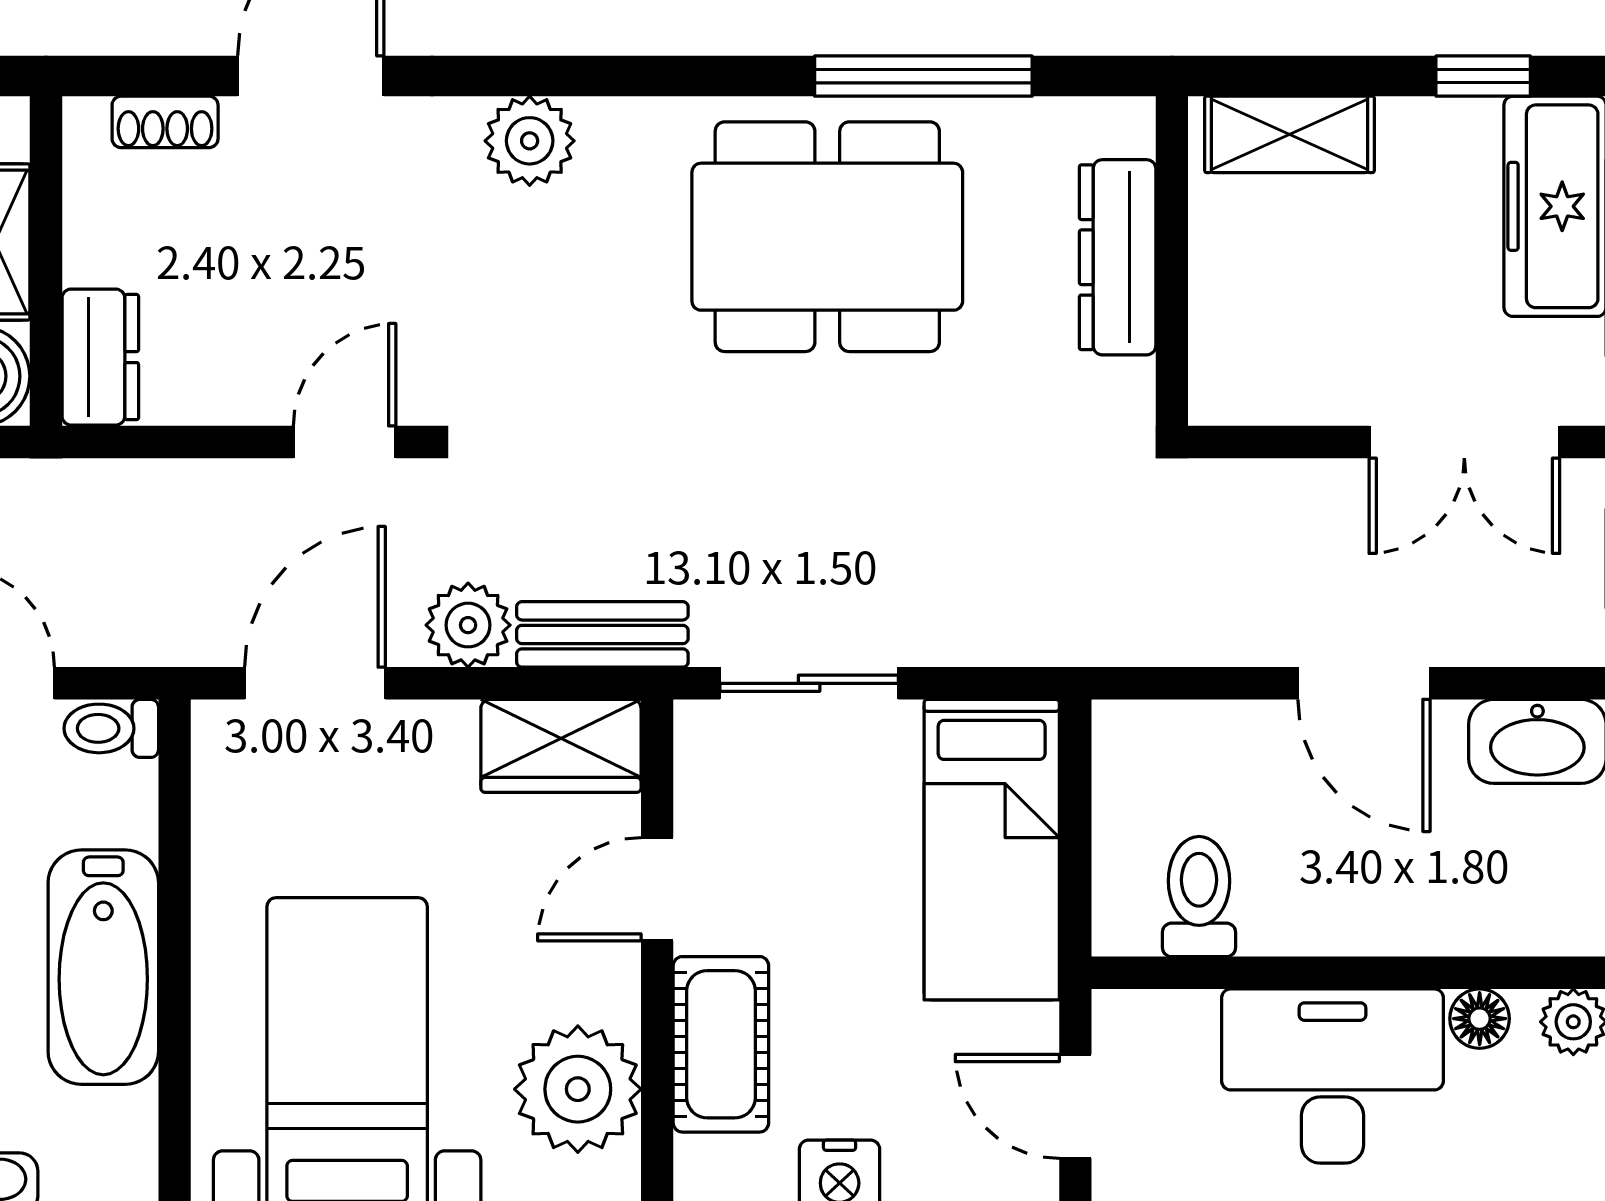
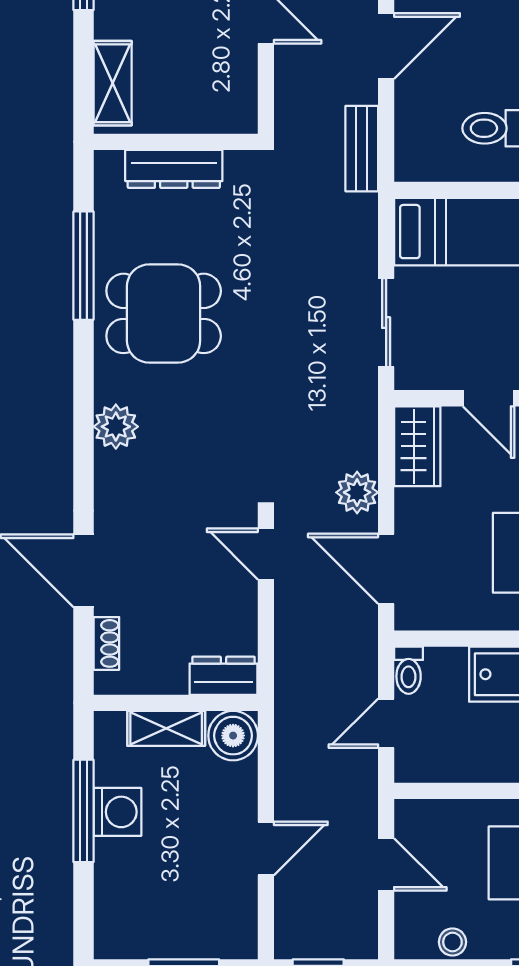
plant: (530, 141) -> (116, 427), moved
dining table: (827, 237) -> (164, 313), width x0.73
bench: (602, 634) -> (362, 149), moved

